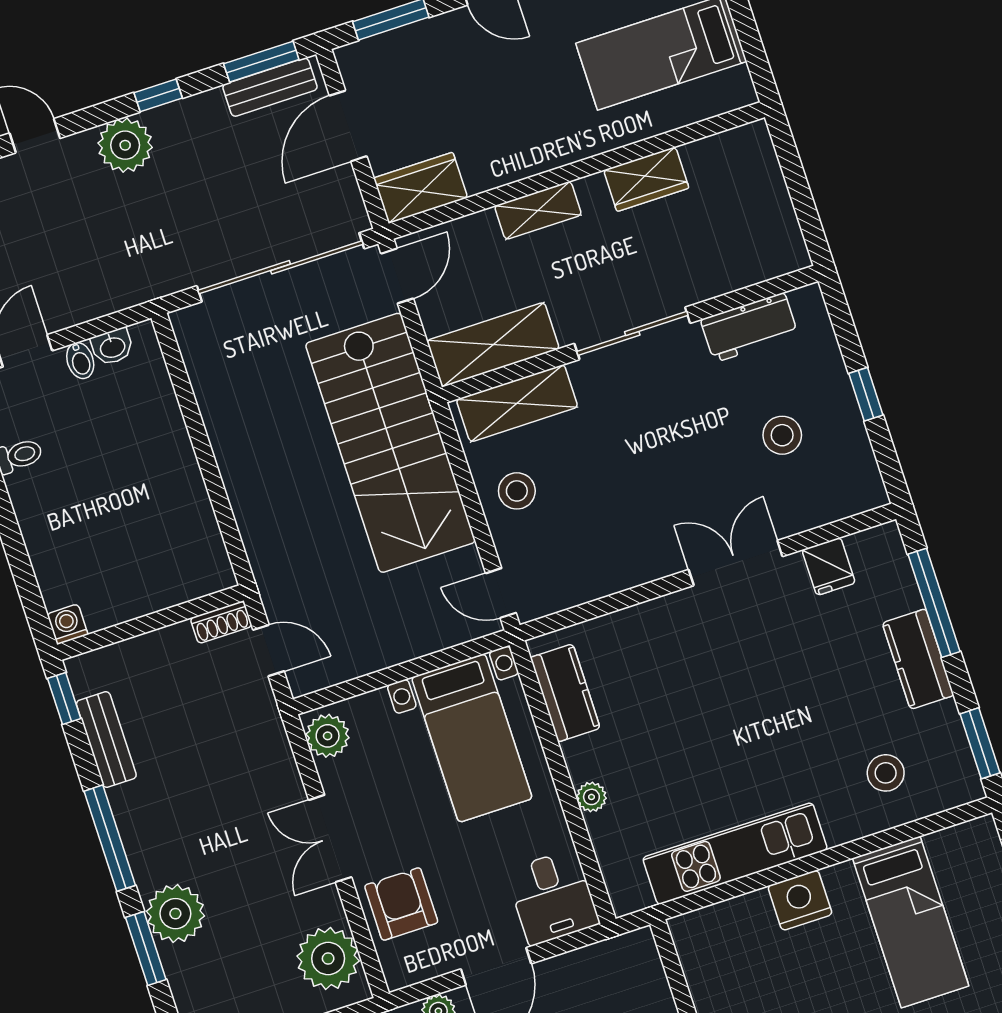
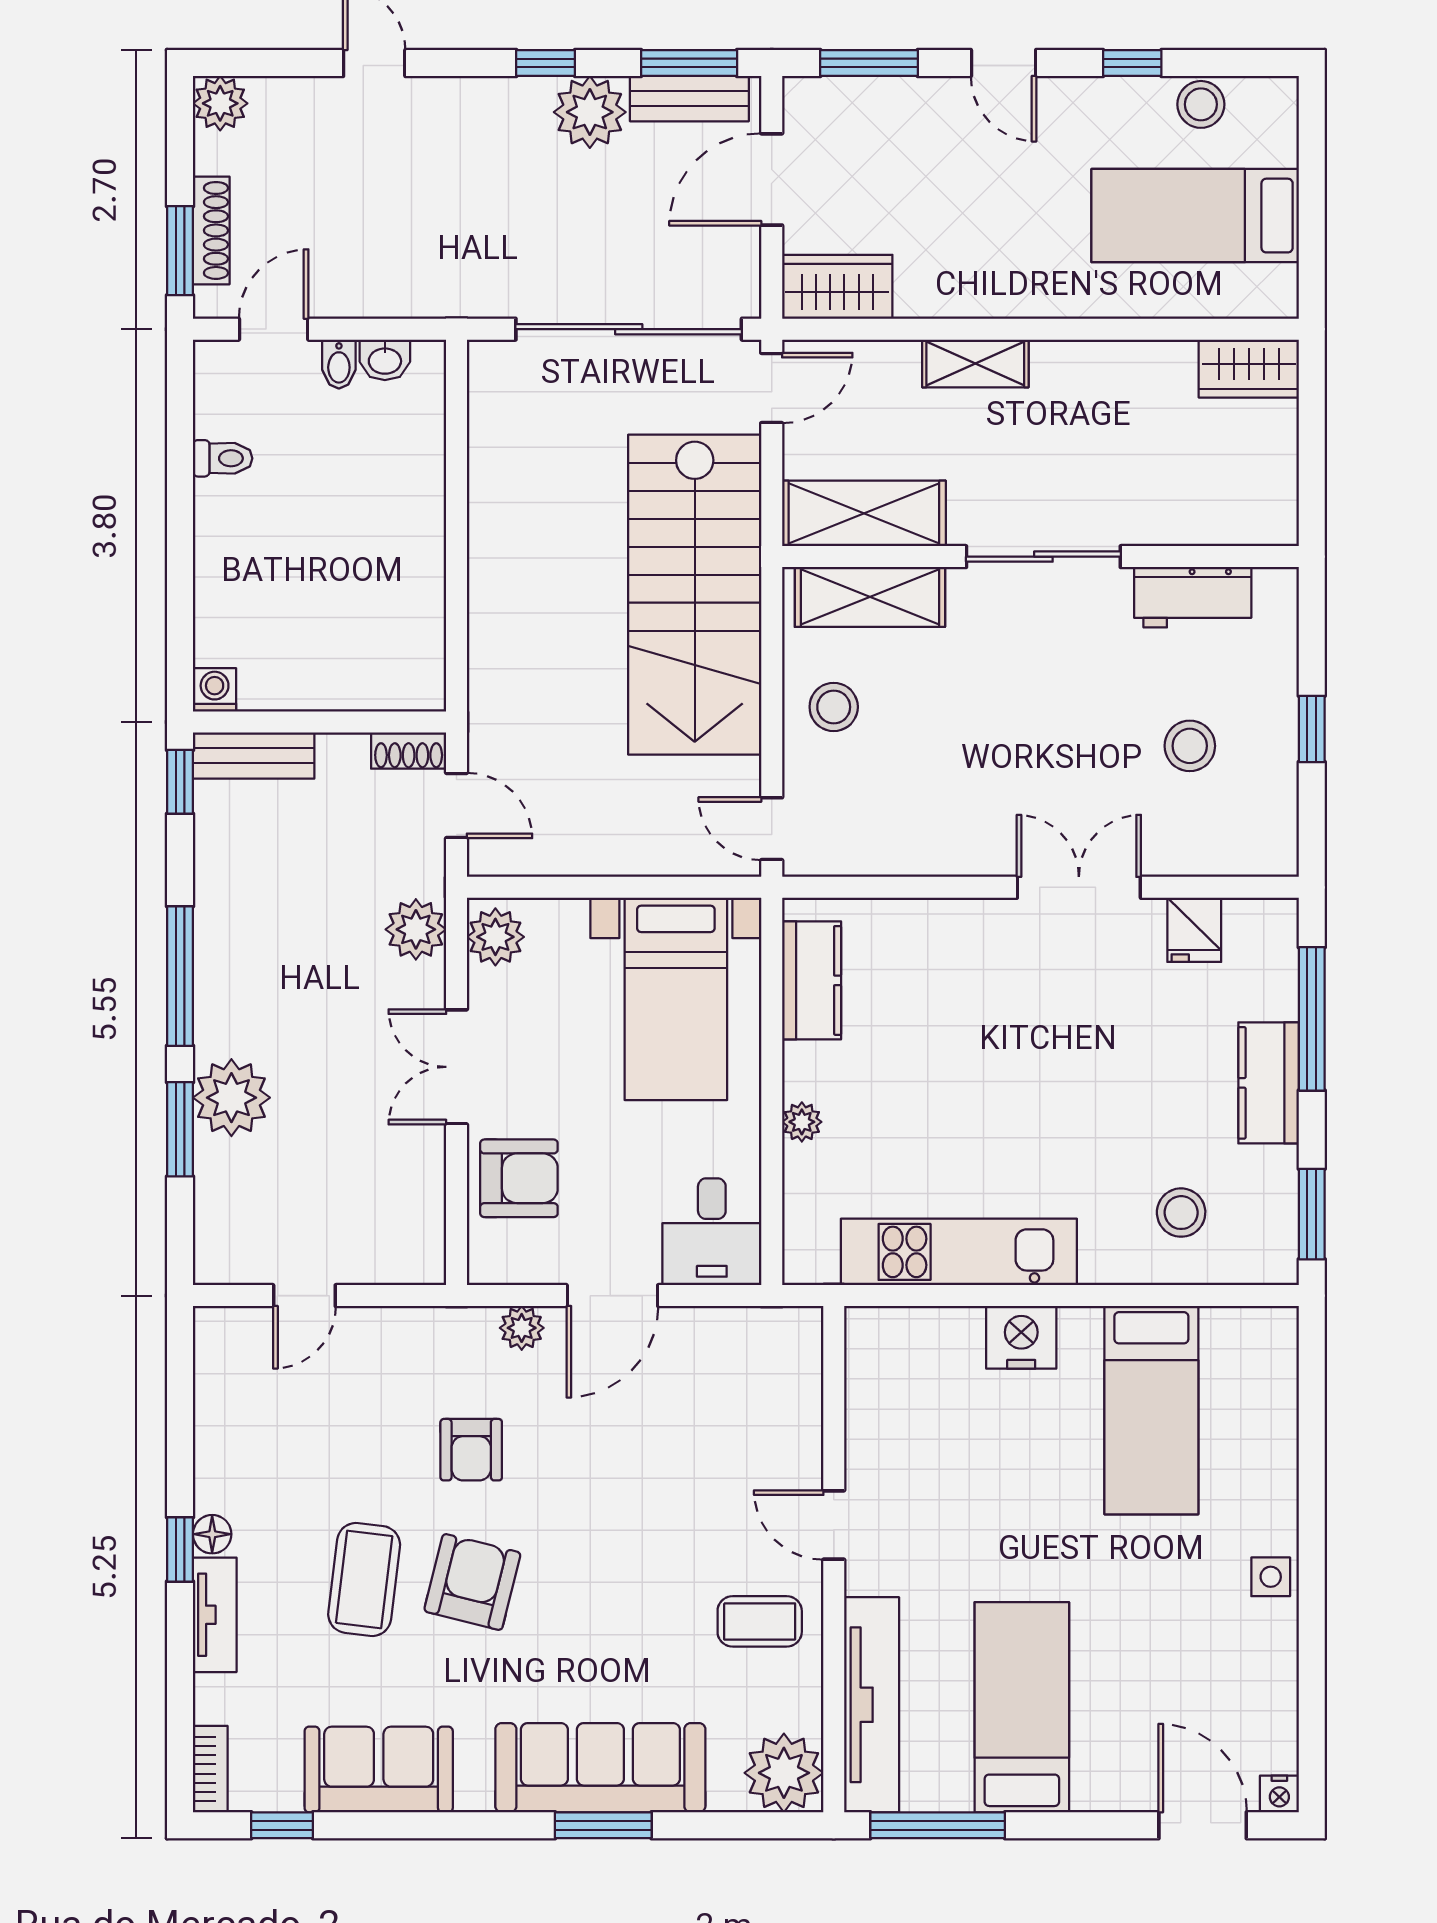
plant: (125, 145) -> (590, 112), moved
wardrobe: (646, 179) -> (1249, 369), moved
bench: (106, 740) -> (254, 755), moved, turned 90
armchair: (401, 904) -> (519, 1178), turned 90
plant: (328, 958) -> (416, 929), moved, width x0.73, depth x0.73

